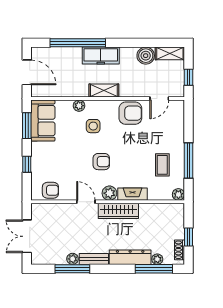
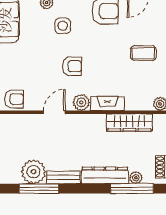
coffee table: (162, 165) -> (143, 53), moved, turned 90
door: (86, 202) -> (54, 112), hinge flipped
wardrobe: (118, 211) -> (129, 123), moved
plant: (73, 259) -> (33, 172), width x1.88, depth x1.88

